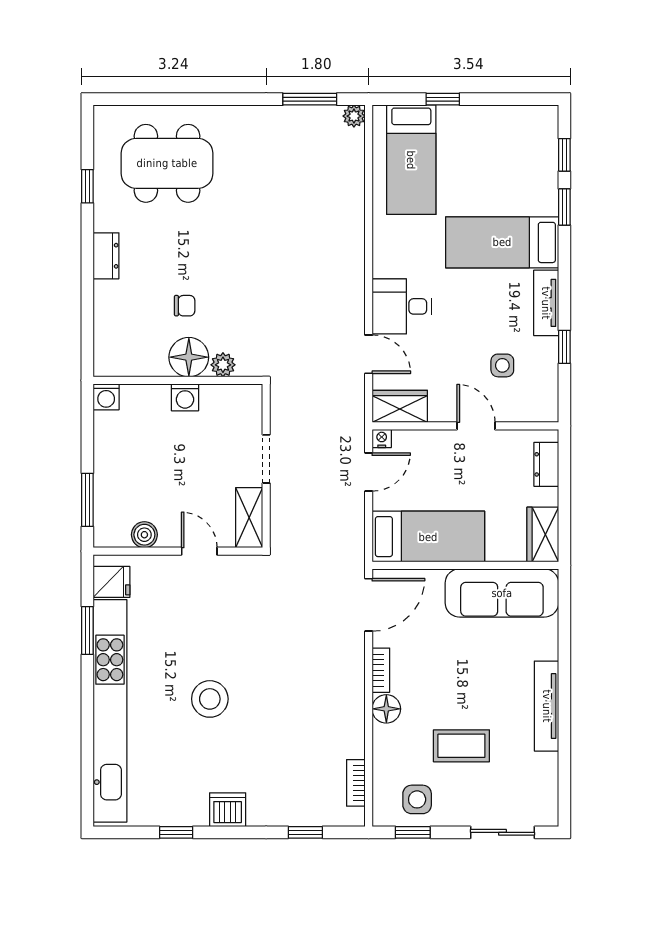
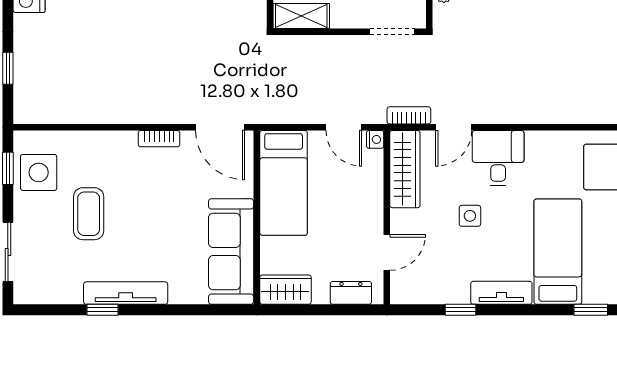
side table: (502, 365) -> (470, 216), moved
wardrobe: (400, 406) -> (405, 169), width x1.50
door: (476, 426) -> (387, 252), moved
doorway: (266, 459) -> (392, 32), moved
floor lamp: (386, 709) -> (123, 144), removed
window: (564, 731) -> (103, 310), added
bookcase: (356, 783) -> (409, 115), moved
side table: (417, 799) -> (39, 172), width x1.37, depth x1.37

